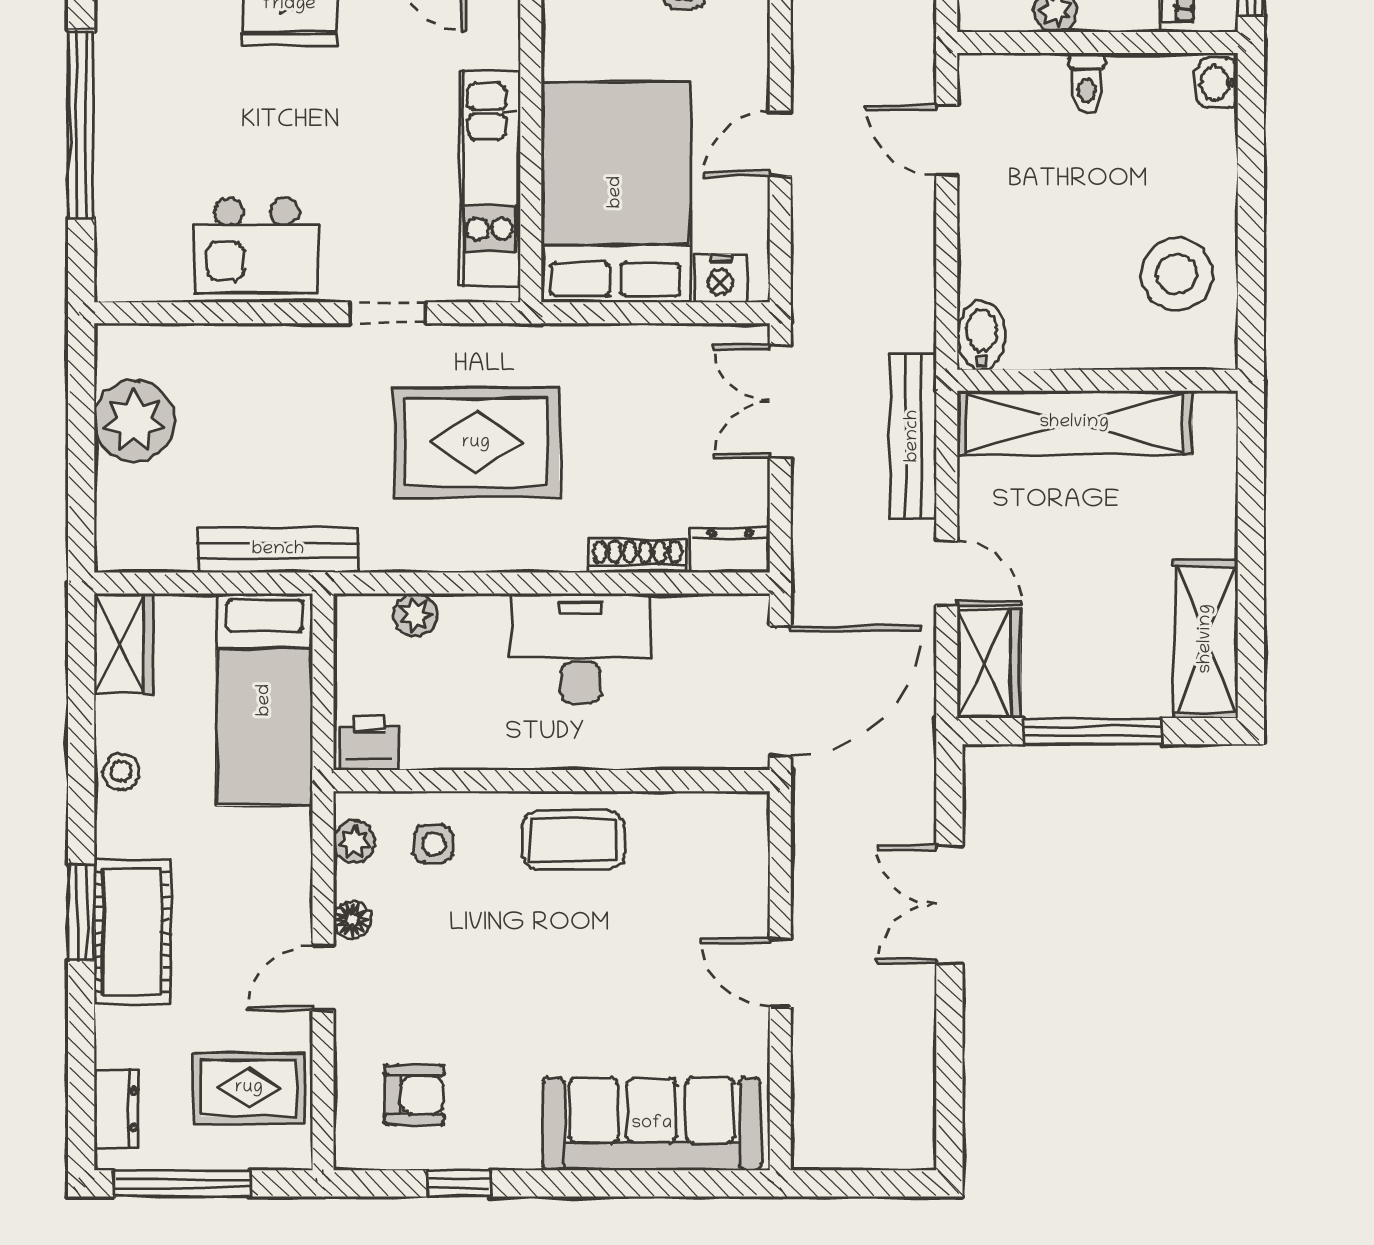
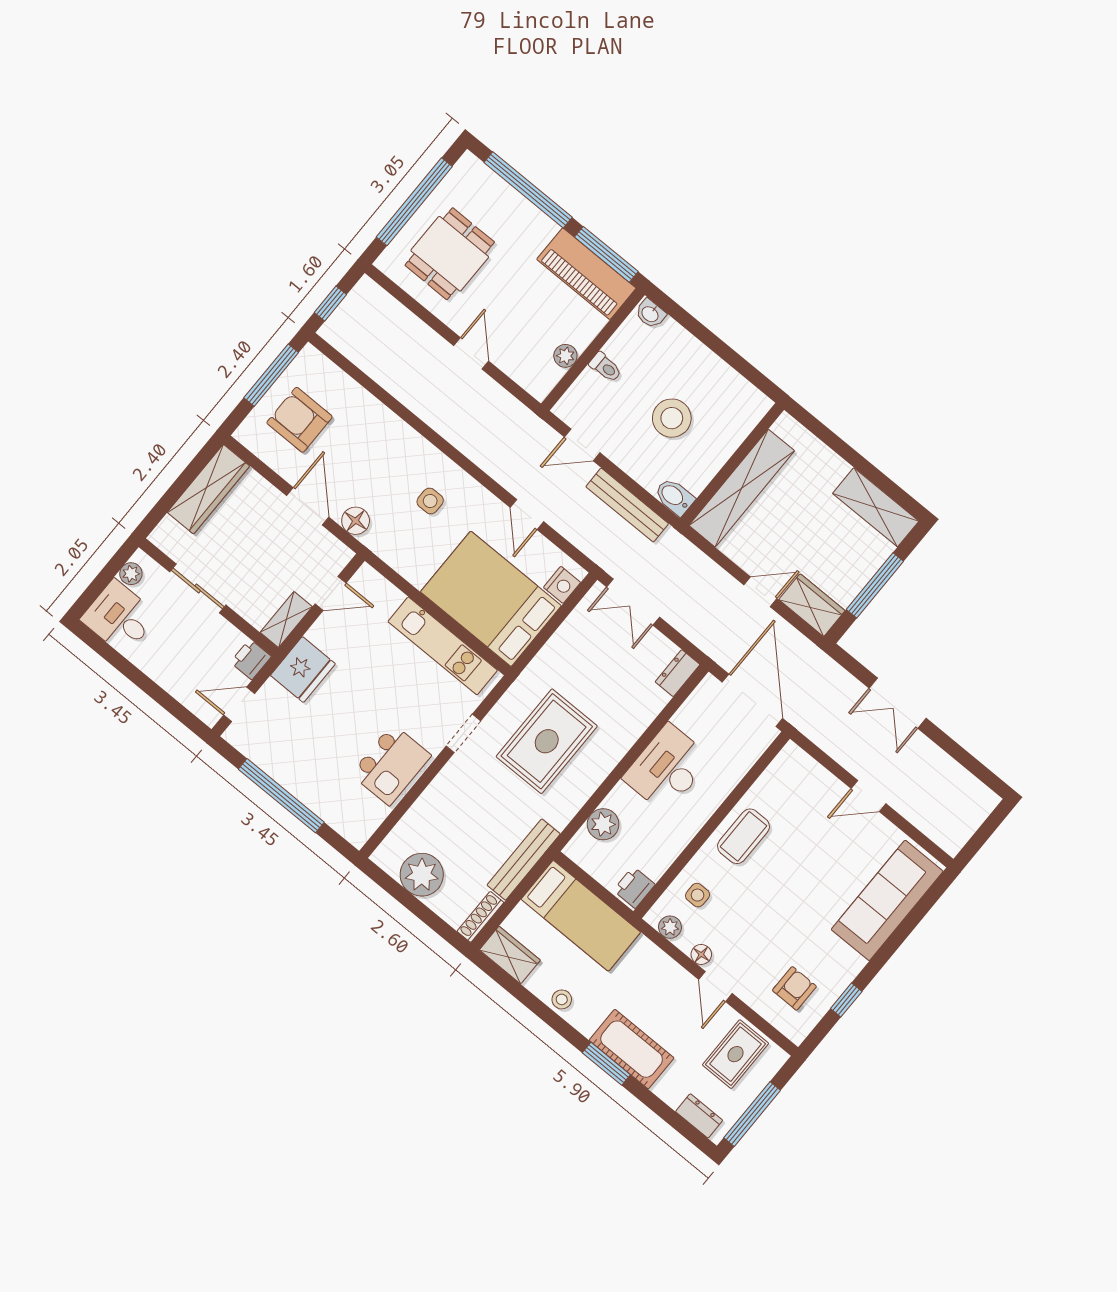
stool: (1177, 274) -> (672, 418), moved
bench: (913, 436) -> (627, 505), moved
shoe rack: (637, 556) -> (480, 917), moved
plant: (415, 615) -> (603, 824), width x1.38, depth x1.38

